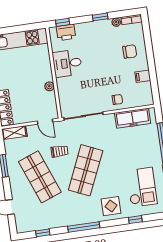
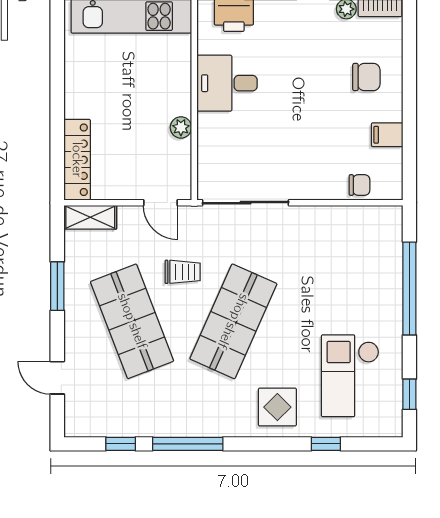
chair: (117, 99) -> (359, 185), moved
freezer: (133, 118) -> (352, 223), removed
checkout: (142, 187) -> (350, 376), turned 180
window: (84, 227) -> (188, 444), moved

